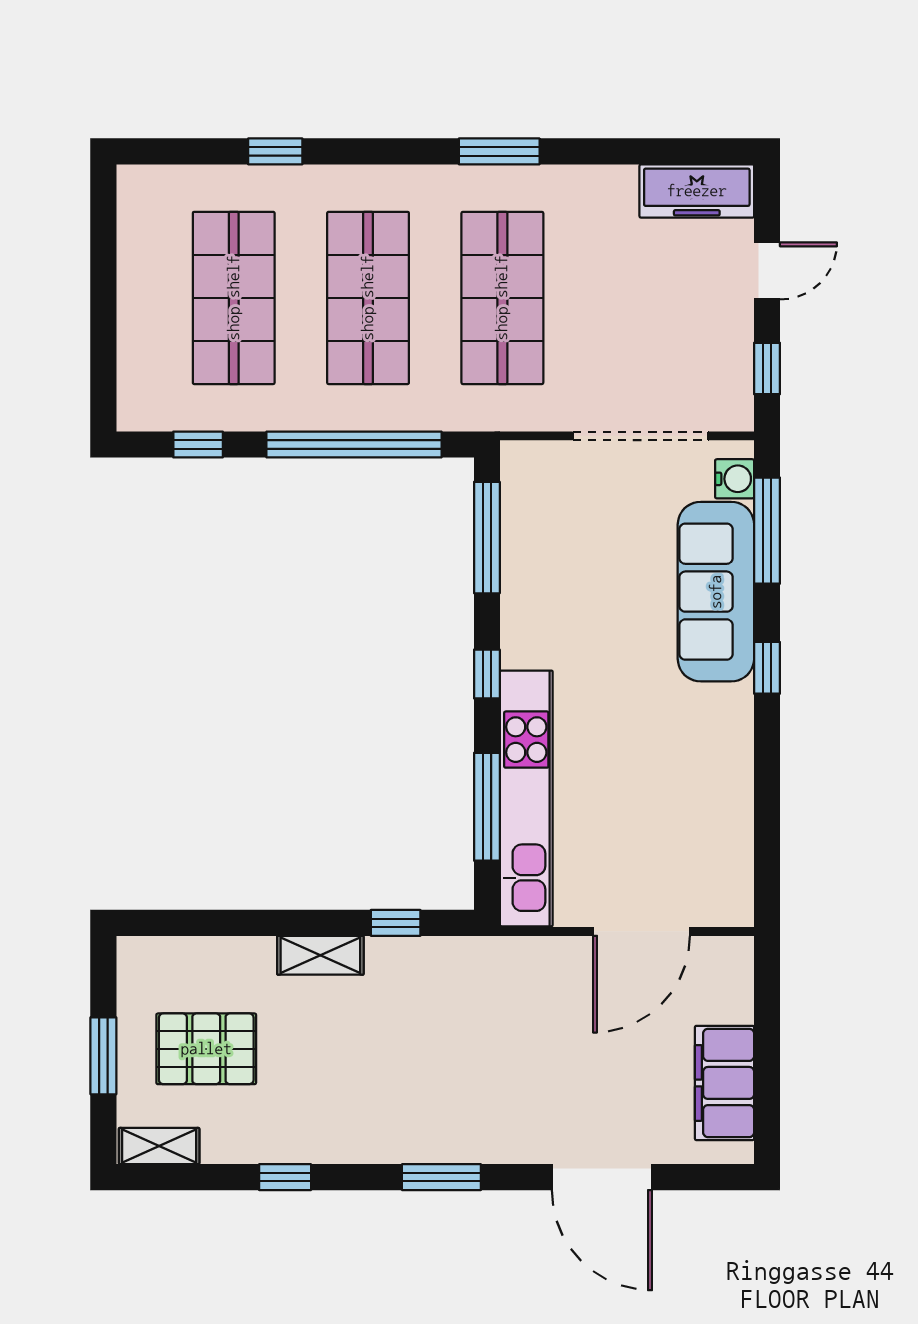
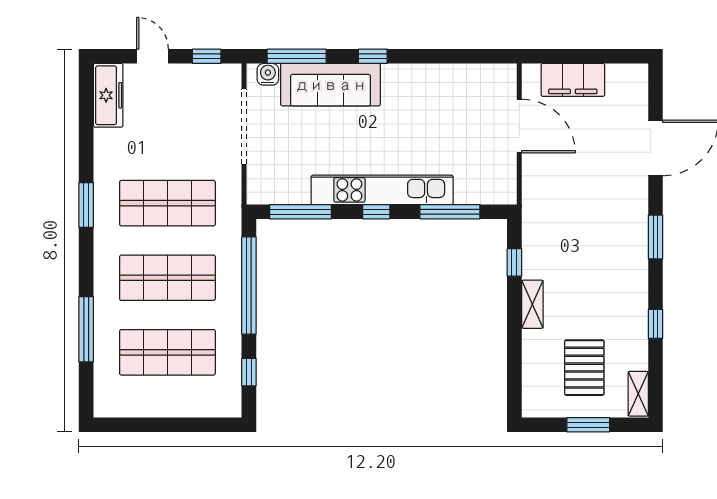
window: (275, 151) -> (86, 329), width x2.17
kitchen unit: (526, 798) -> (382, 190), moved
filing cabinet: (724, 1083) -> (573, 80), moved

